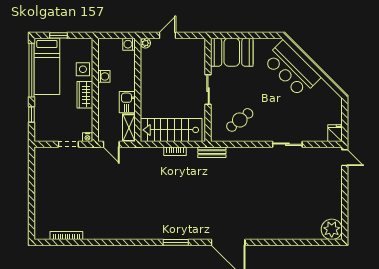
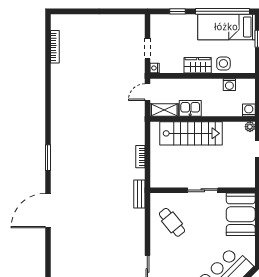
washing machine: (104, 76) -> (229, 85), moved
stairs: (171, 130) -> (191, 133), moved, turned 90

